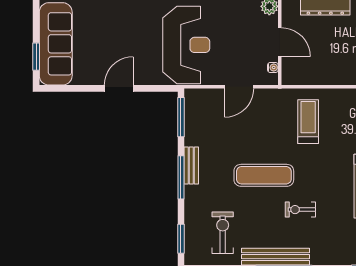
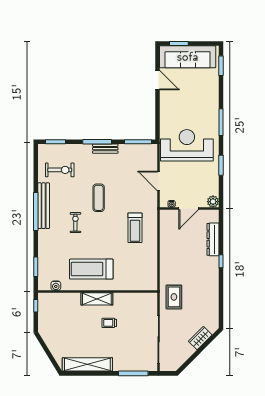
reception desk: (186, 45) -> (187, 145), turned 180
door: (119, 88) -> (157, 80), moved
treadmill: (308, 122) -> (135, 228), turned 90
exercise mat: (264, 175) -> (99, 198), width x0.73, depth x0.69

